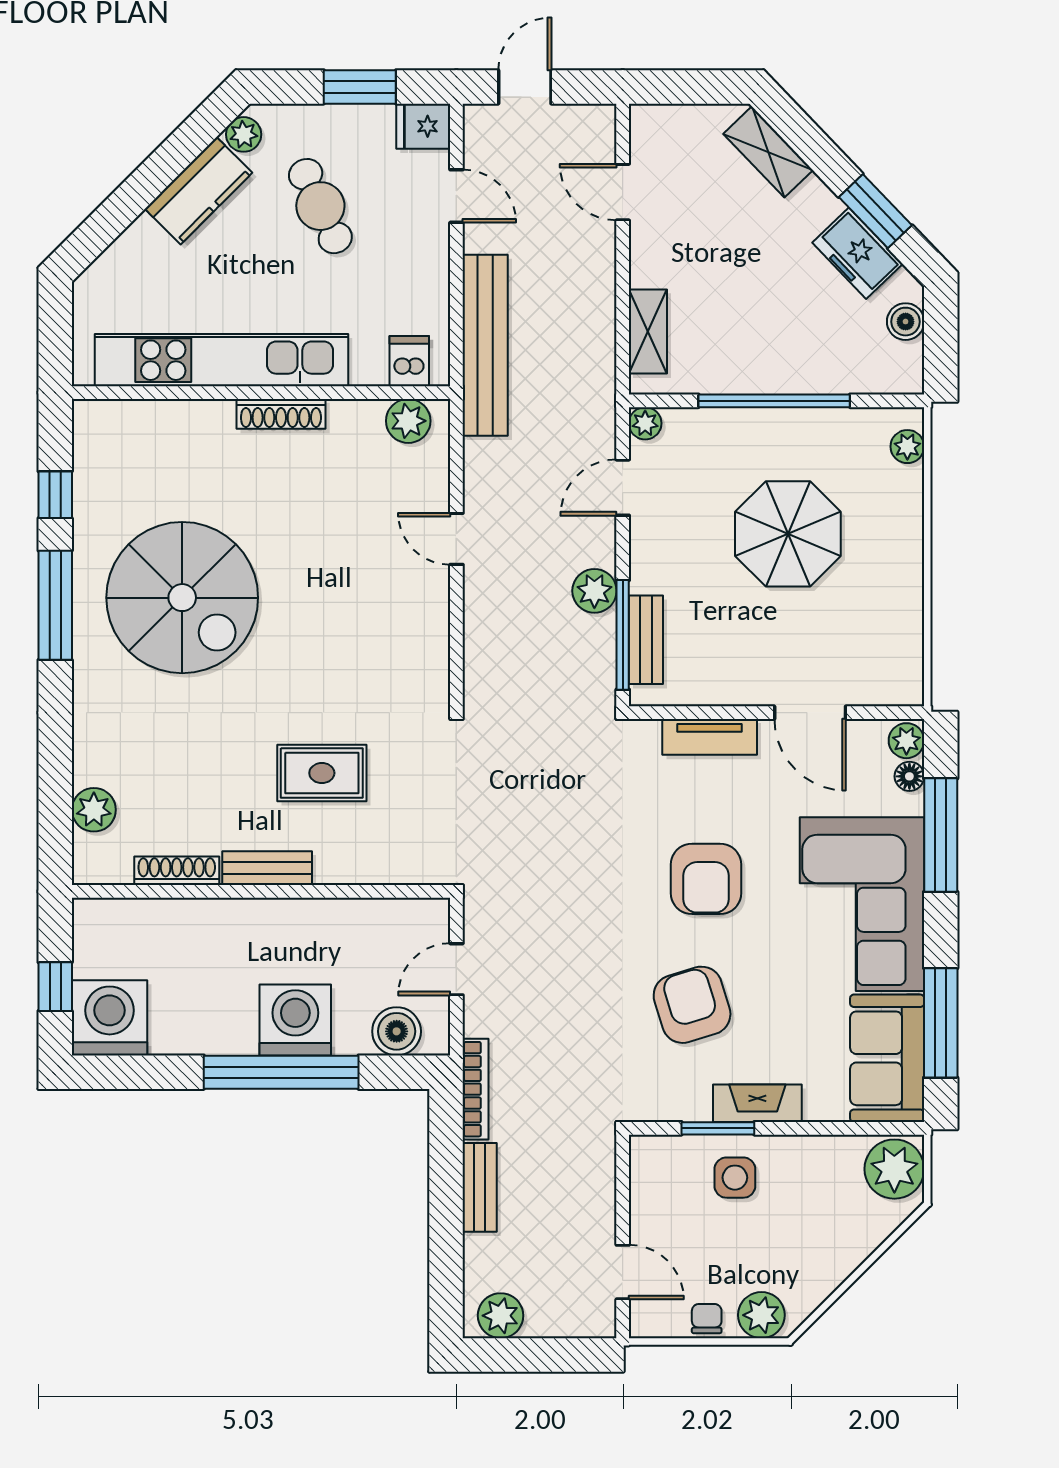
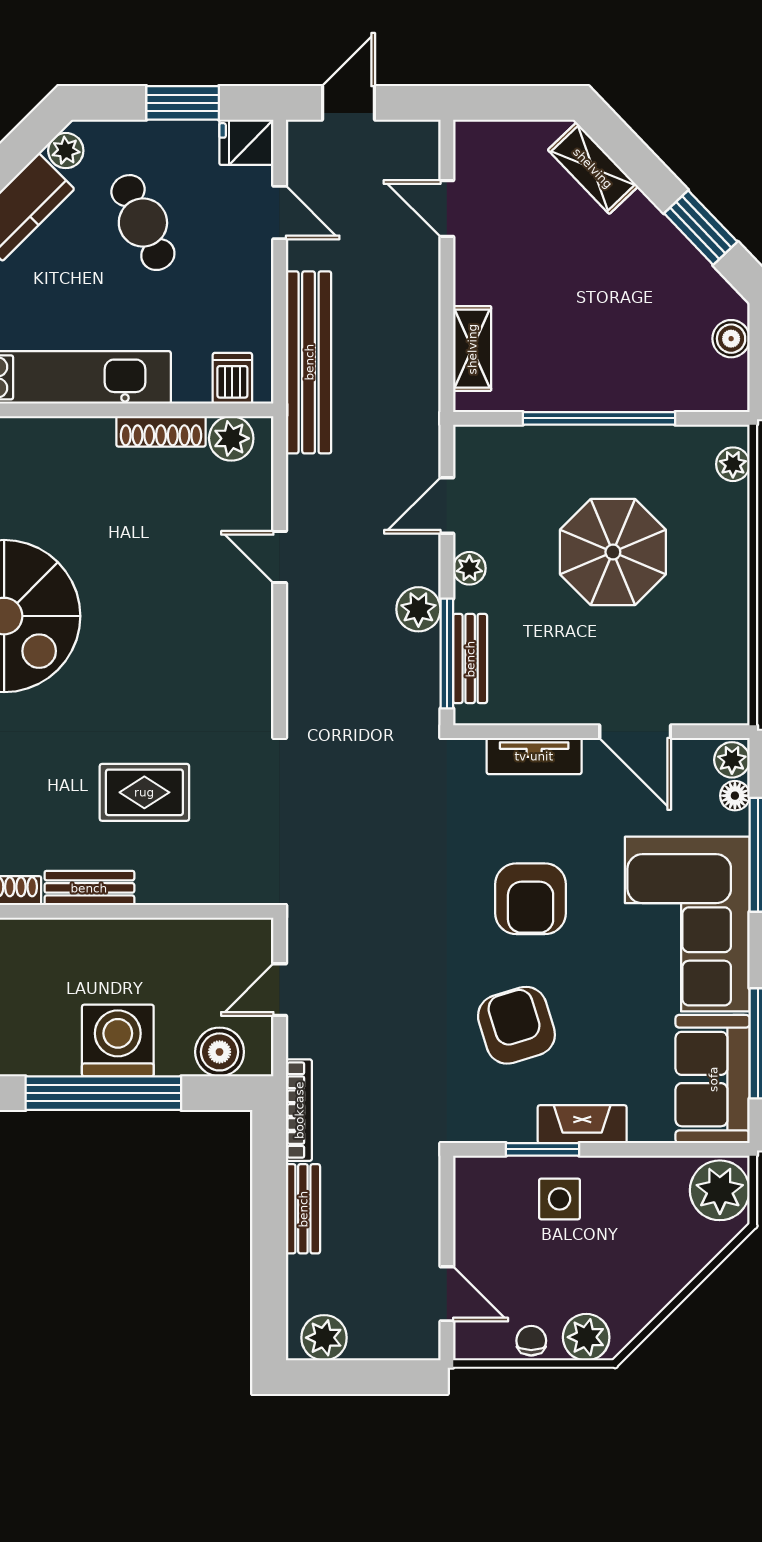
freezer: (858, 253) -> (683, 270), removed
shoe rack: (281, 414) -> (161, 431), moved
plant: (645, 423) -> (469, 568), moved

